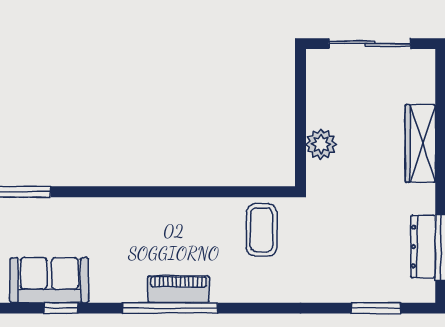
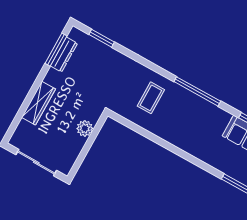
coffee table: (262, 230) -> (151, 98), moved
piano: (179, 289) -> (188, 98), removed

